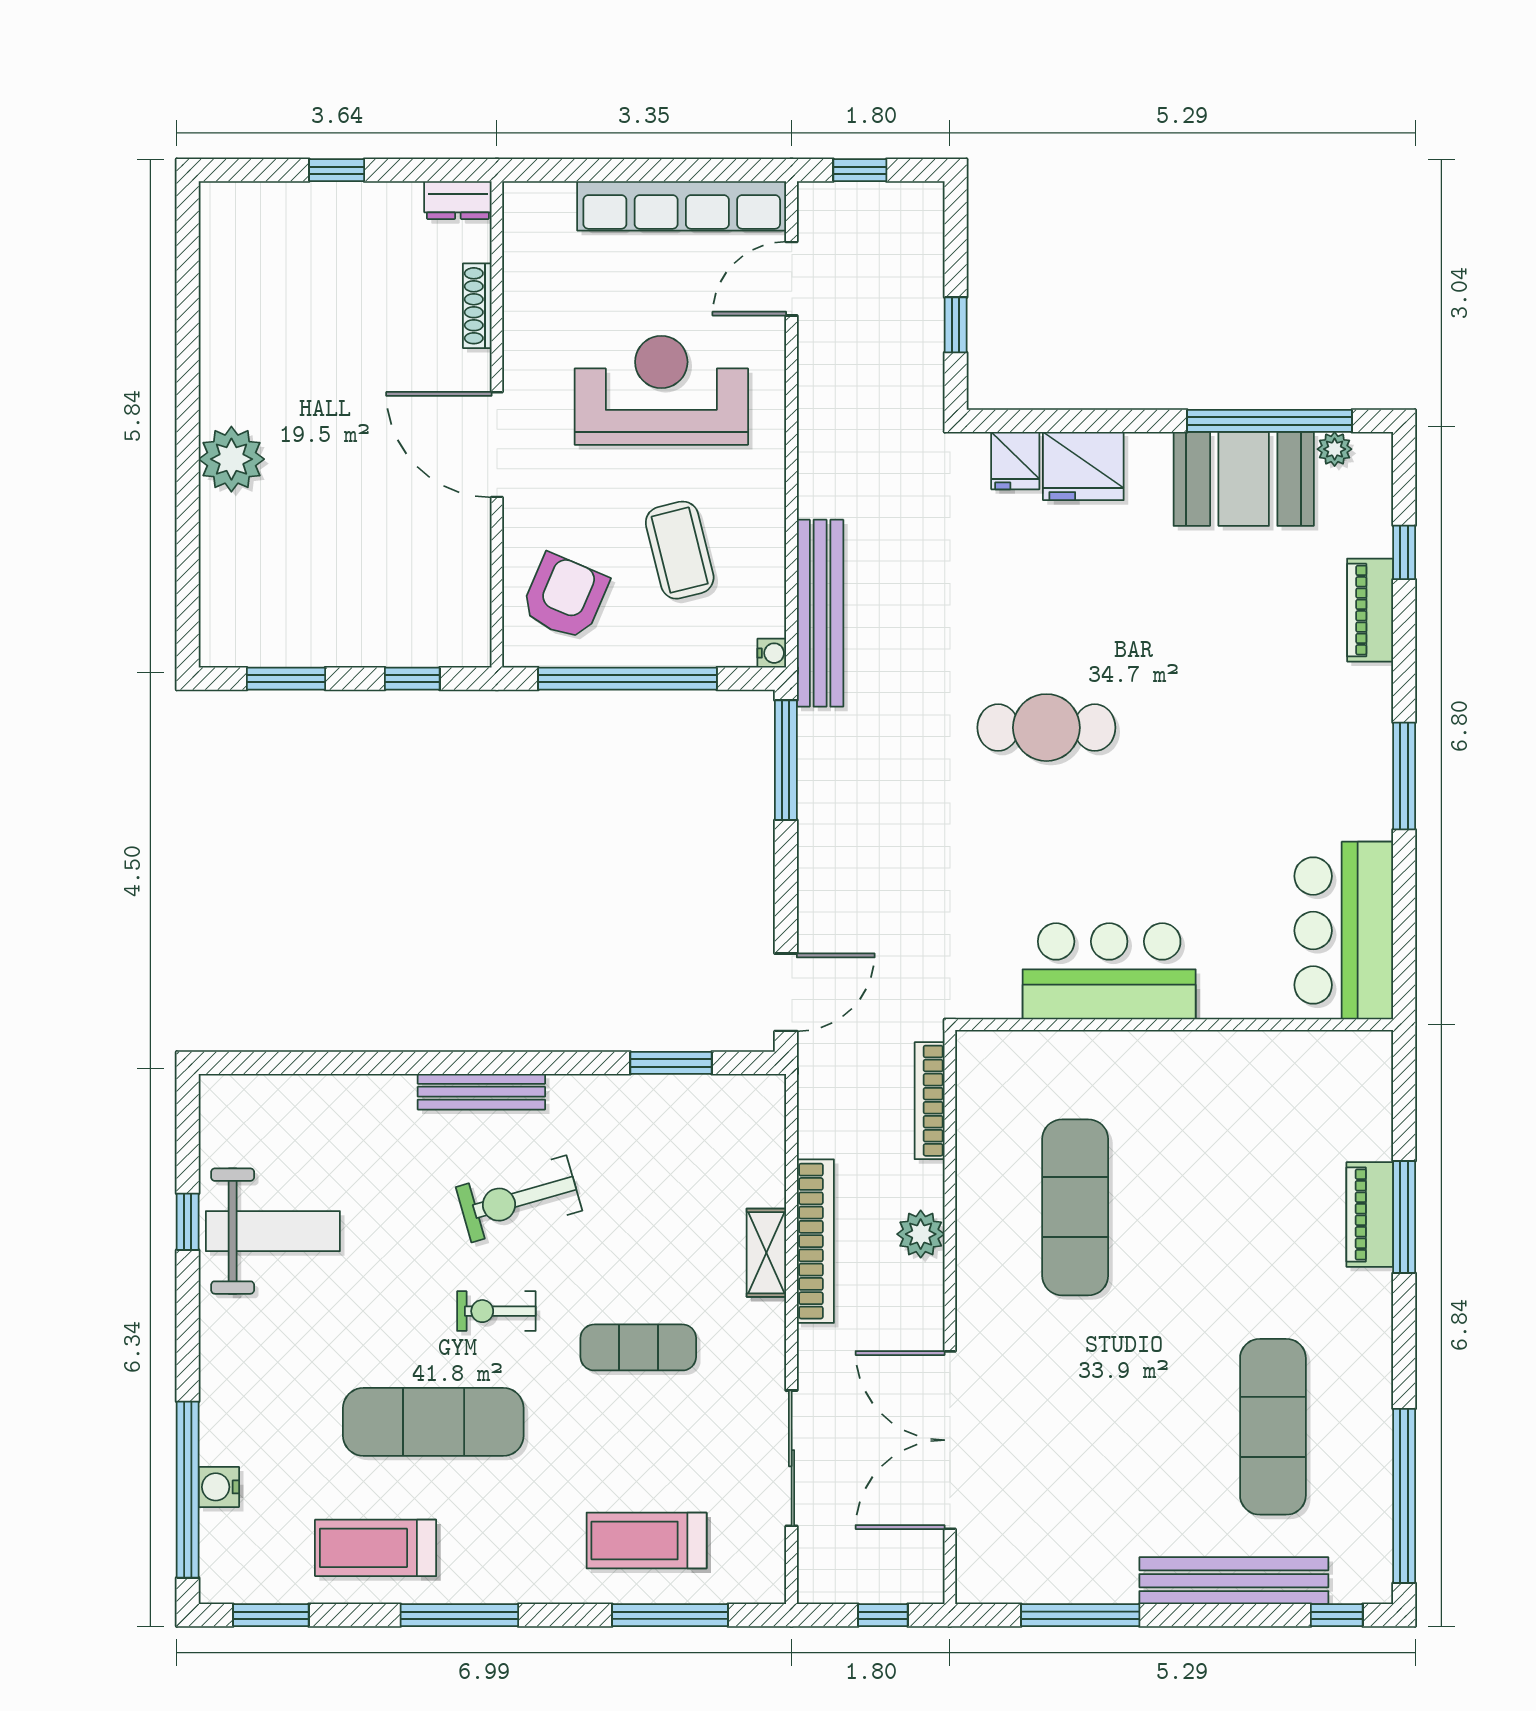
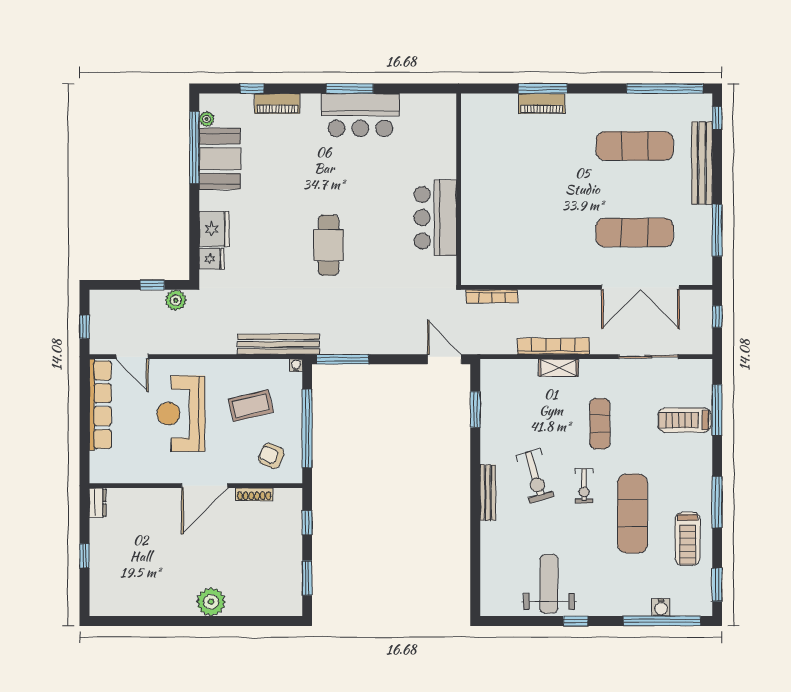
shoe rack: (477, 306) -> (254, 494), moved
armchair: (565, 597) -> (271, 456), width x0.72, depth x0.72
bar counter: (1344, 931) -> (360, 115), moved
exercise mat: (1075, 1207) -> (635, 233), moved
window: (188, 1222) -> (576, 621), moved
plant: (921, 1234) -> (176, 300), moved
treadmill: (647, 1541) -> (684, 420), turned 90

